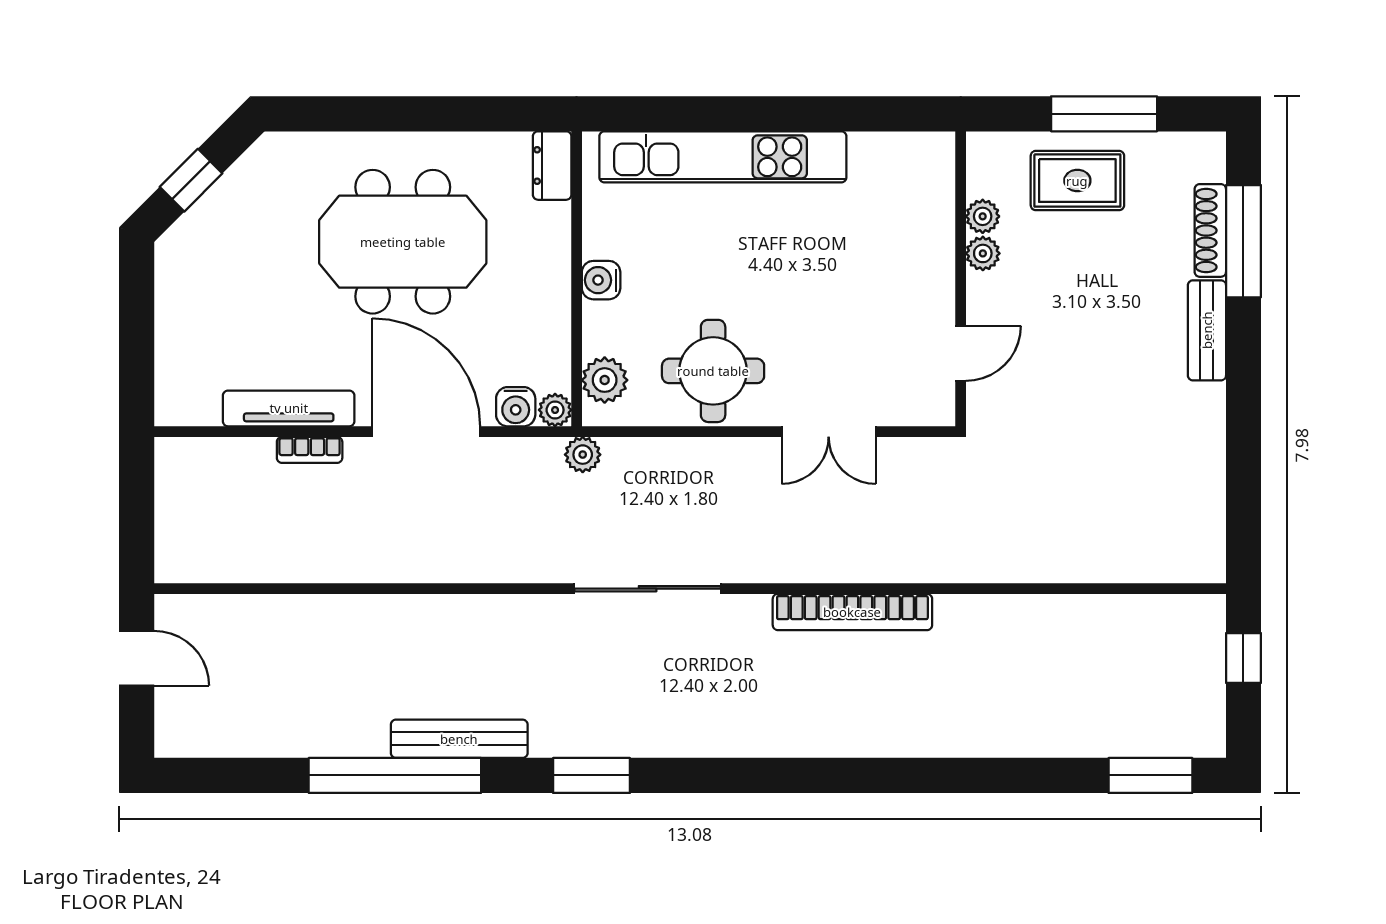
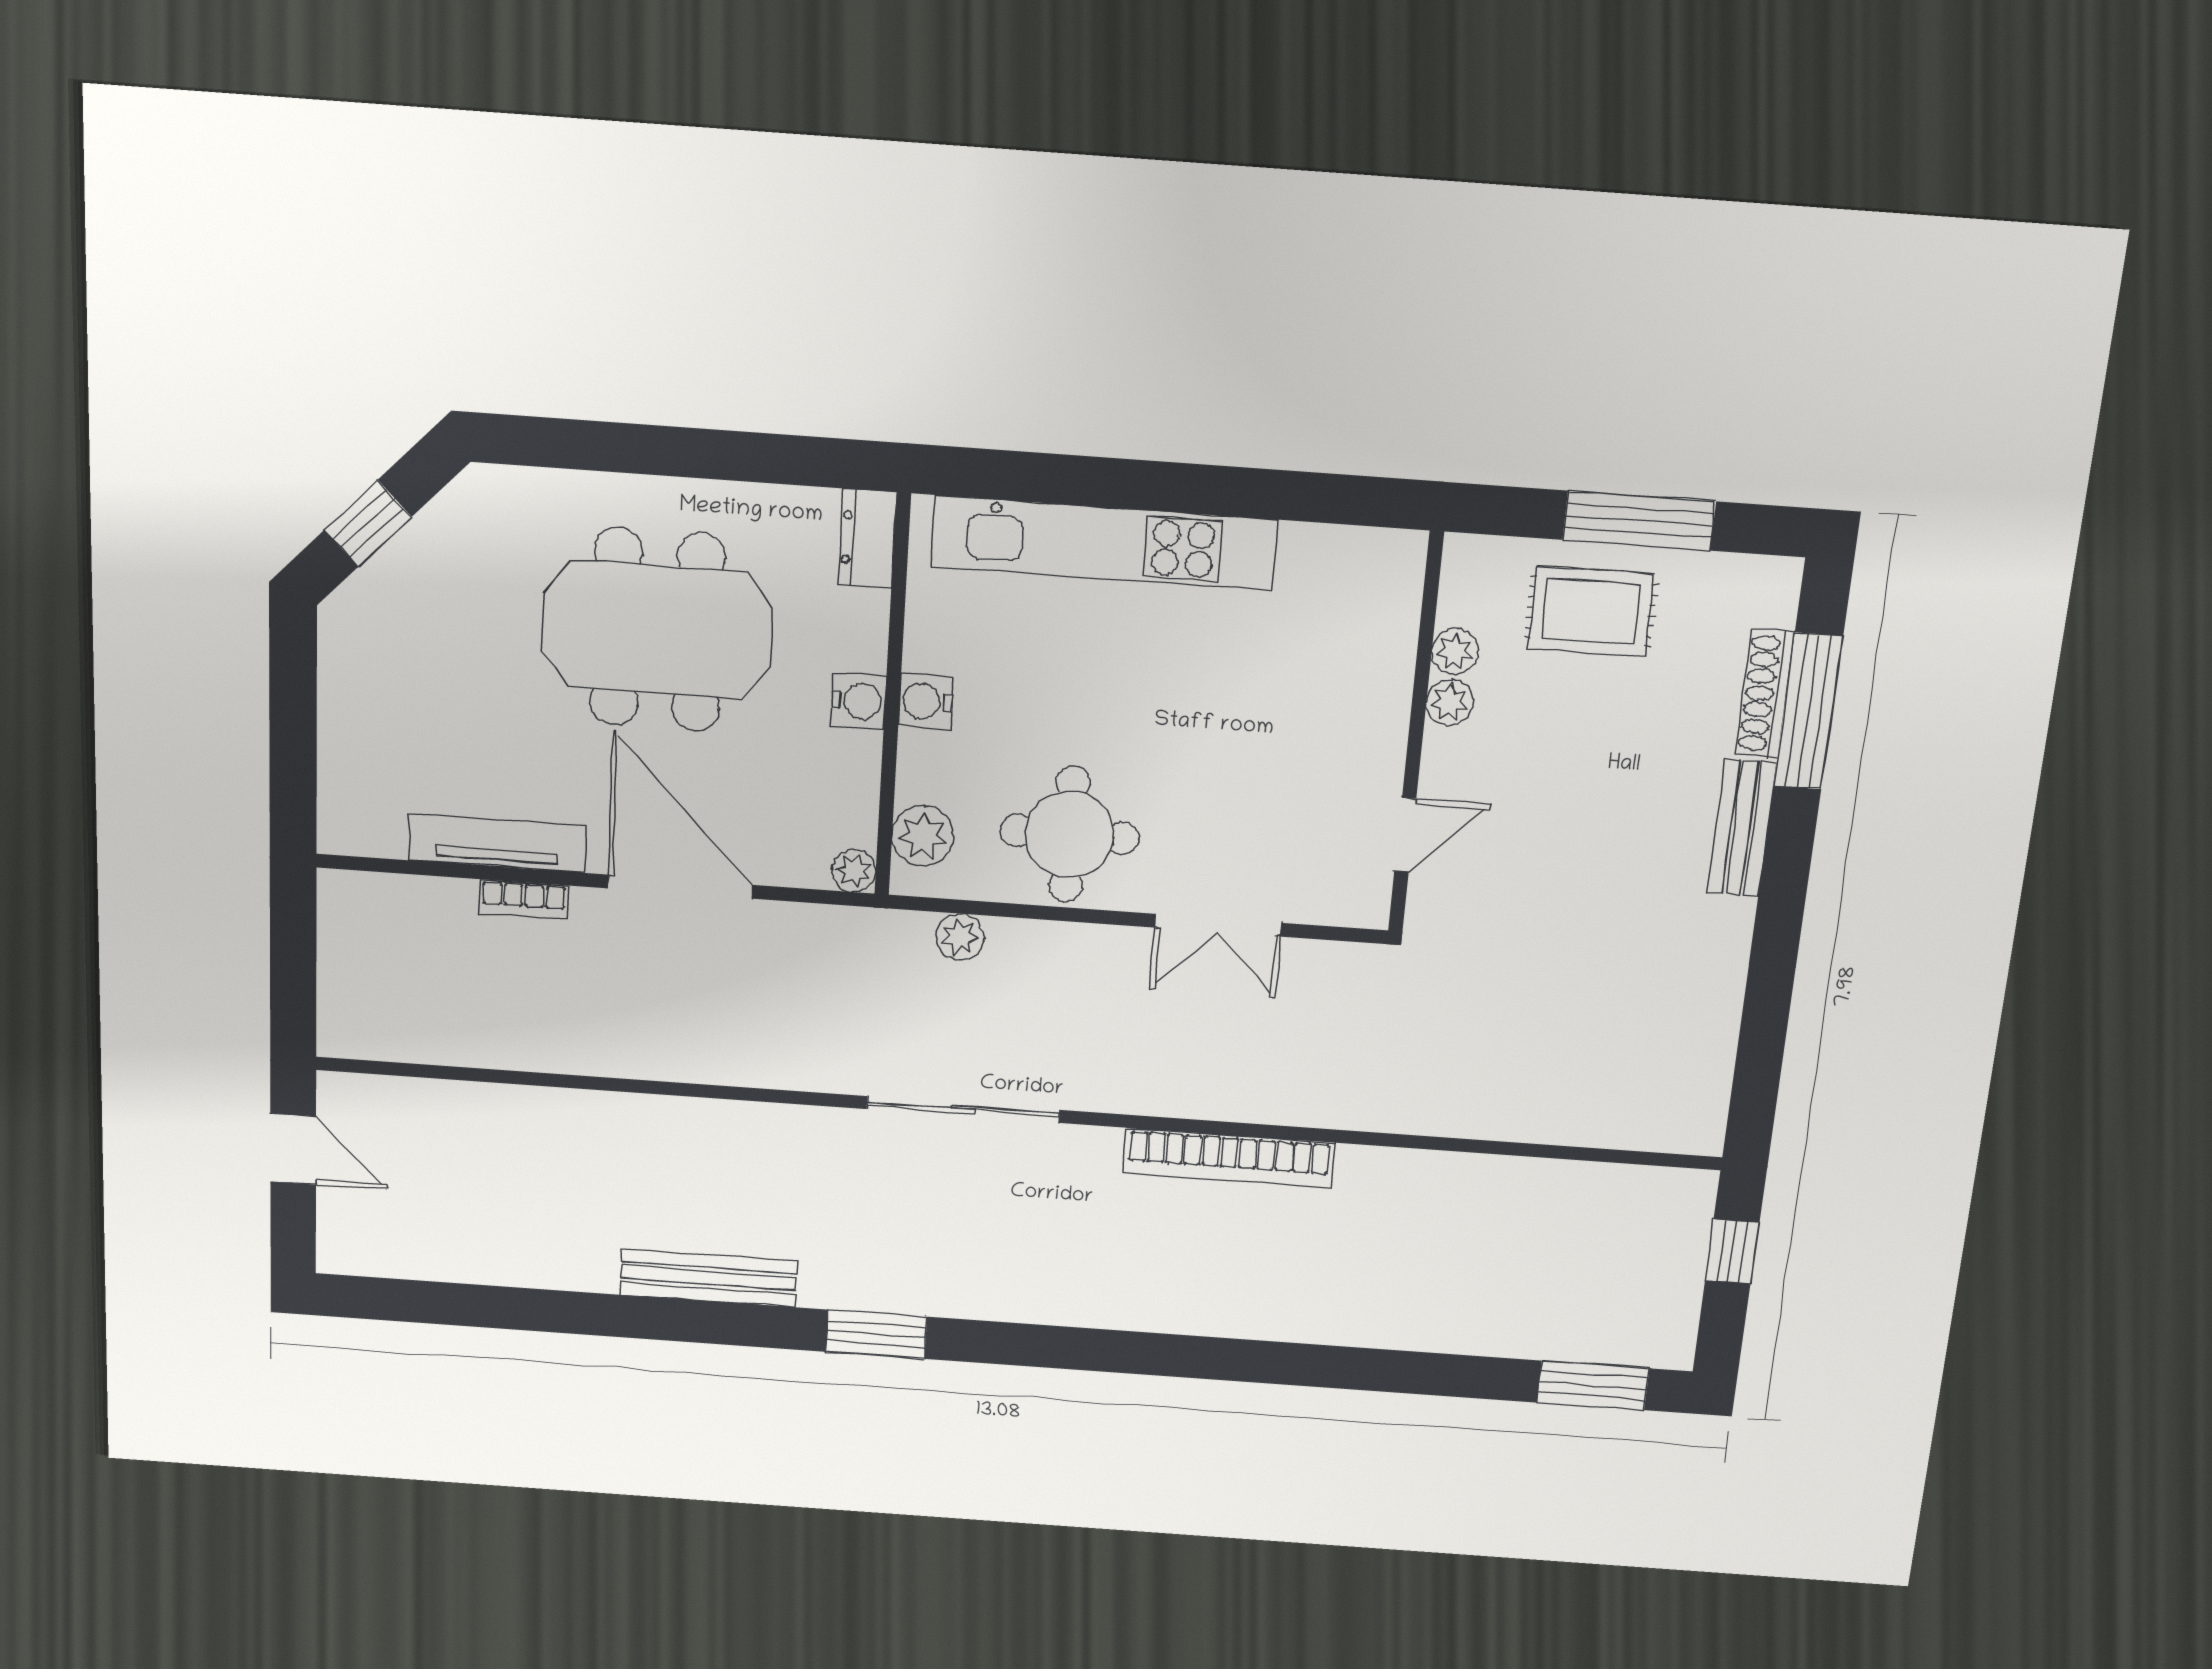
water cooler: (516, 407) -> (858, 701), moved, turned -90
plant: (583, 455) -> (960, 937), moved
window: (395, 775) -> (624, 1316), removed

